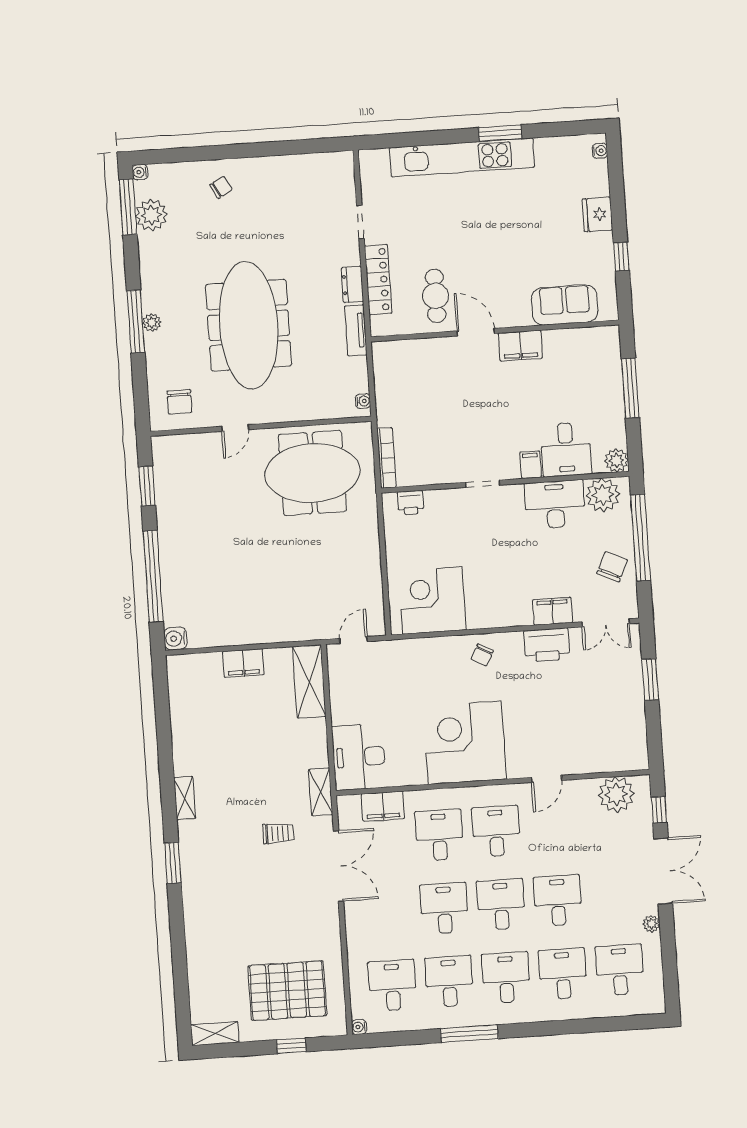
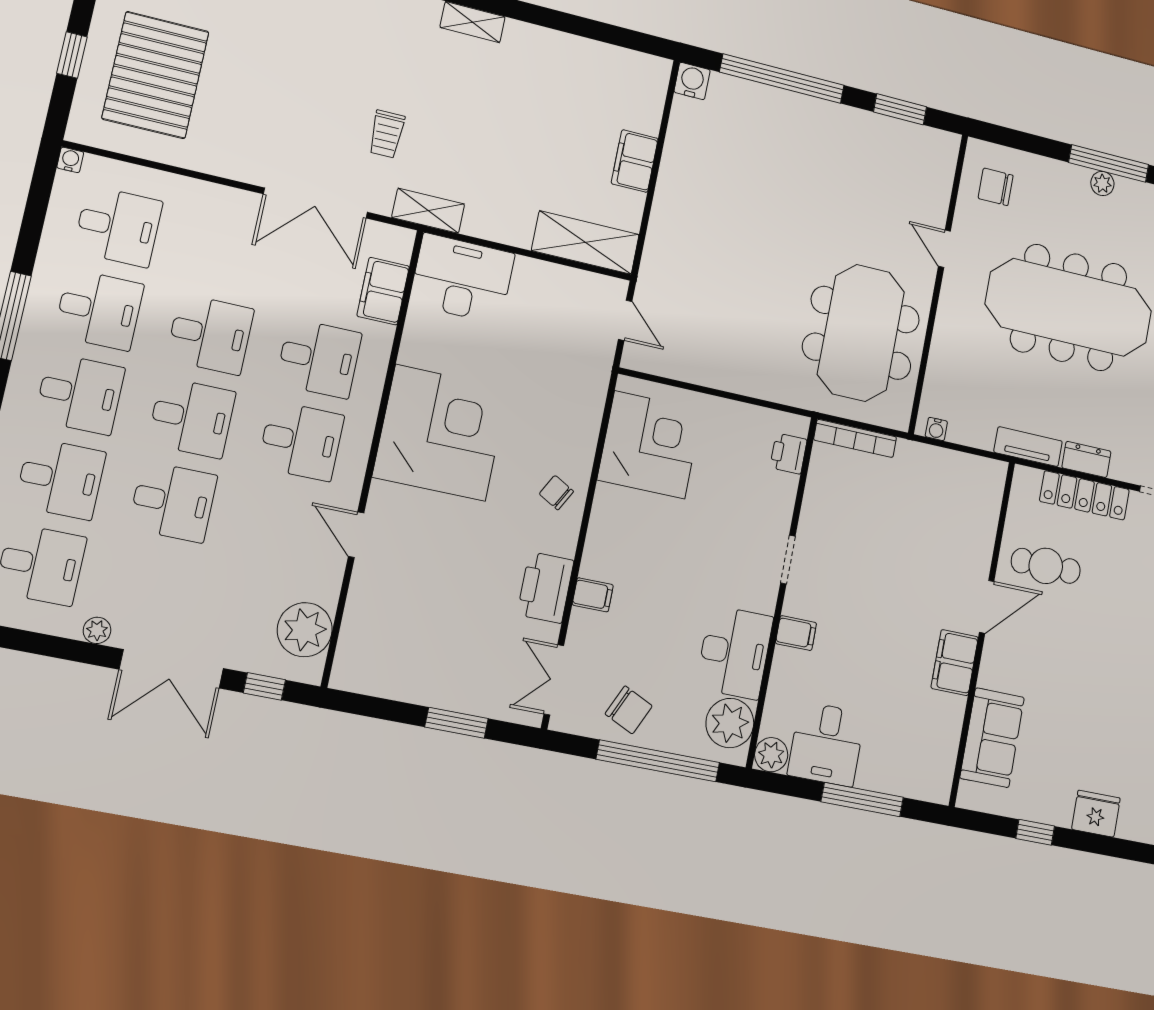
desk: (566, 449) -> (826, 744), moved, turned -90
filing cabinet: (552, 611) -> (593, 595), width x0.50

